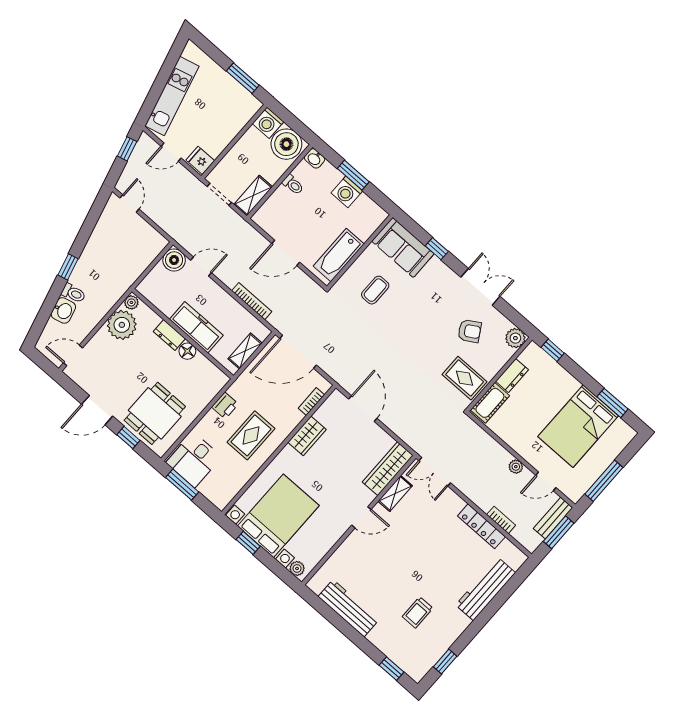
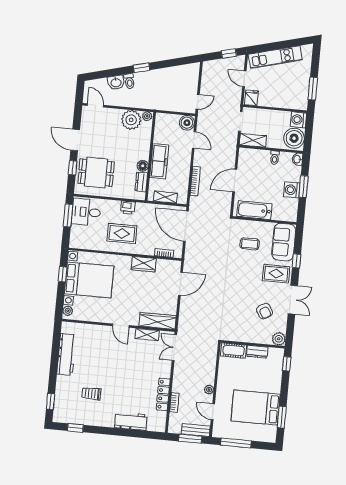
door: (129, 204) -> (198, 102), moved
door: (286, 253) -> (235, 181), hinge flipped
dresser: (169, 335) -> (141, 182), moved
rug: (465, 378) -> (276, 274), moved, turned 90
workbench: (486, 589) -> (131, 421), width x0.73

